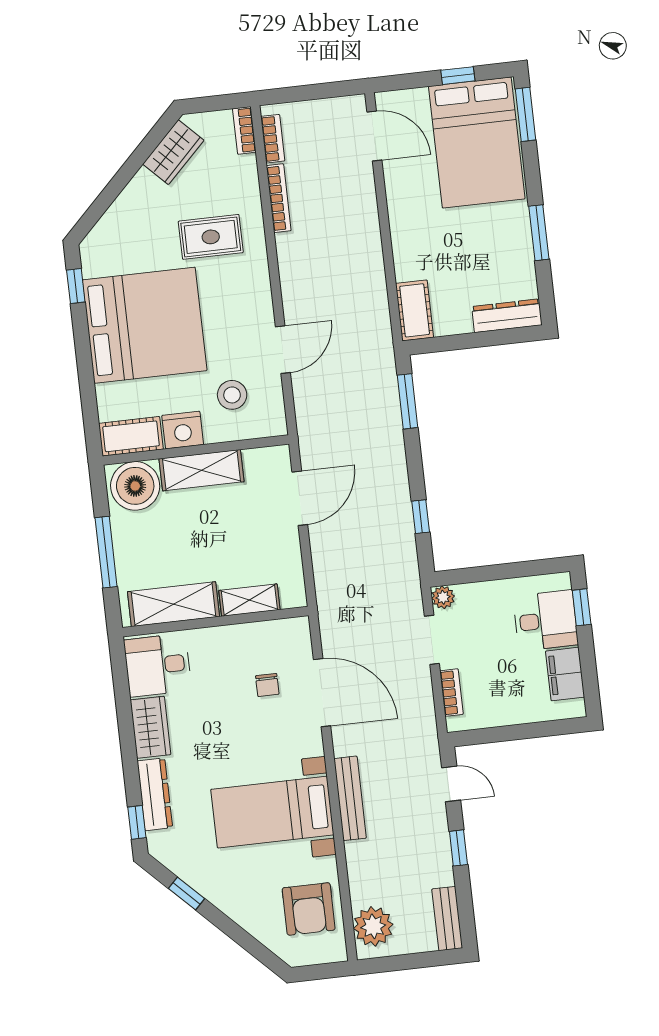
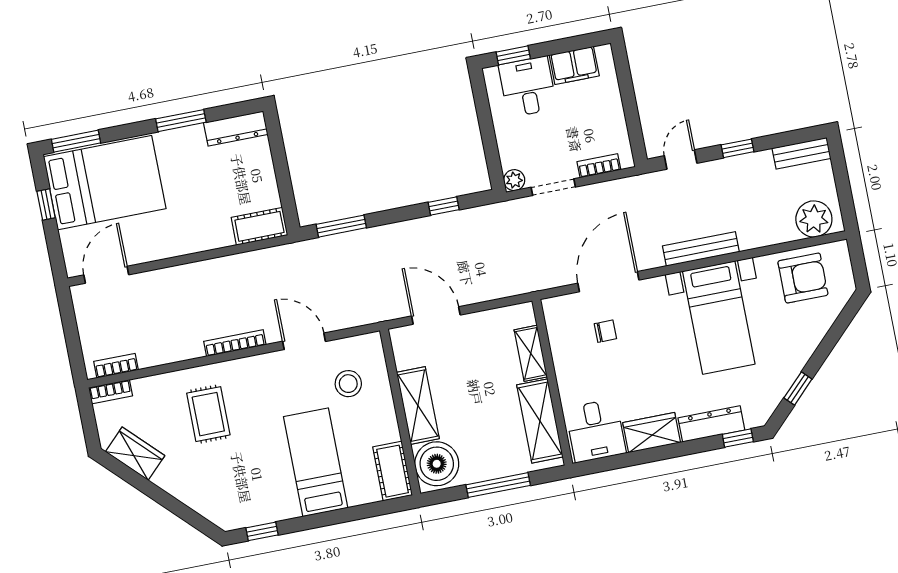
bookcase: (279, 198) -> (235, 343), moved
dresser: (507, 316) -> (236, 129), moved, turned -90
bed: (145, 325) -> (316, 462), width x0.49
nightstand: (183, 430) -> (383, 425), removed

